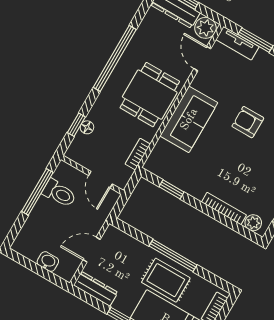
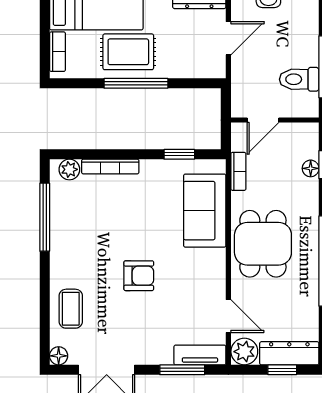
sofa: (189, 119) -> (205, 211), moved
door: (100, 180) -> (263, 120), swing flipped

